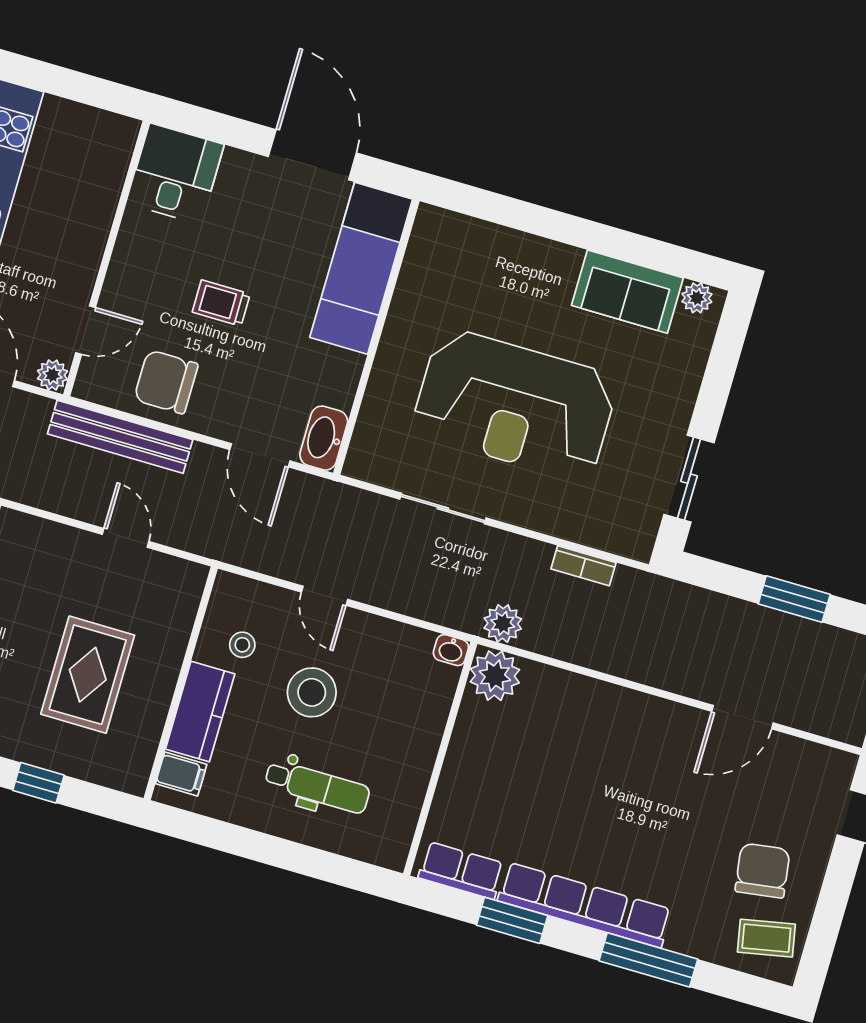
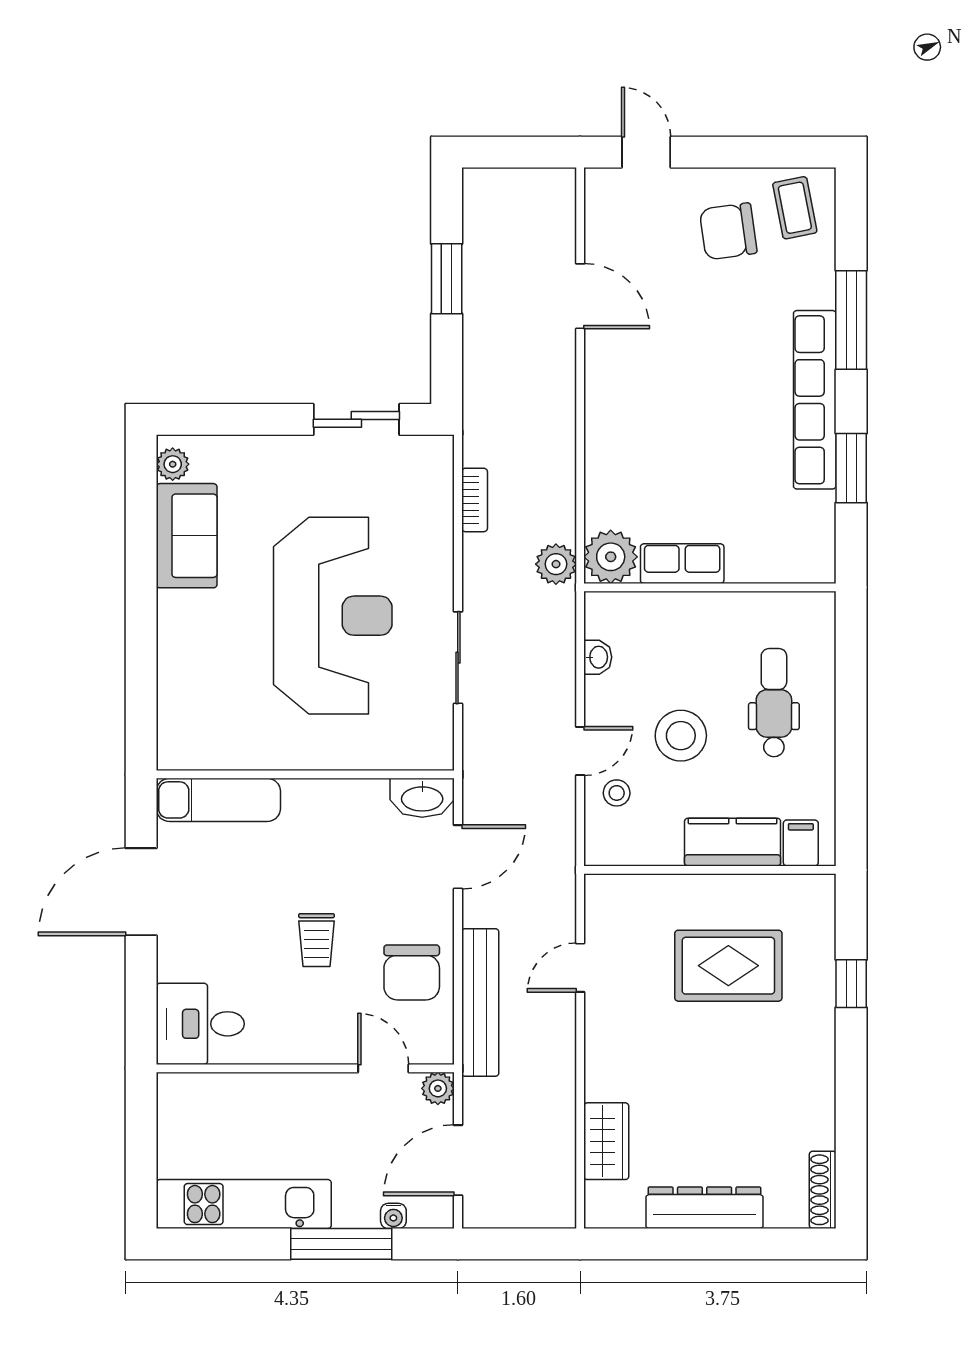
exam couch: (361, 268) -> (218, 800), width x0.73, depth x0.69
stool: (242, 645) -> (617, 793), moved
washbasin: (451, 650) -> (598, 657), moved
row of seats: (461, 870) -> (682, 564), moved, turned 90

